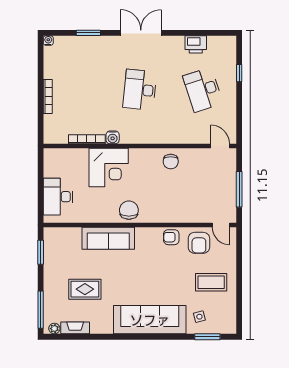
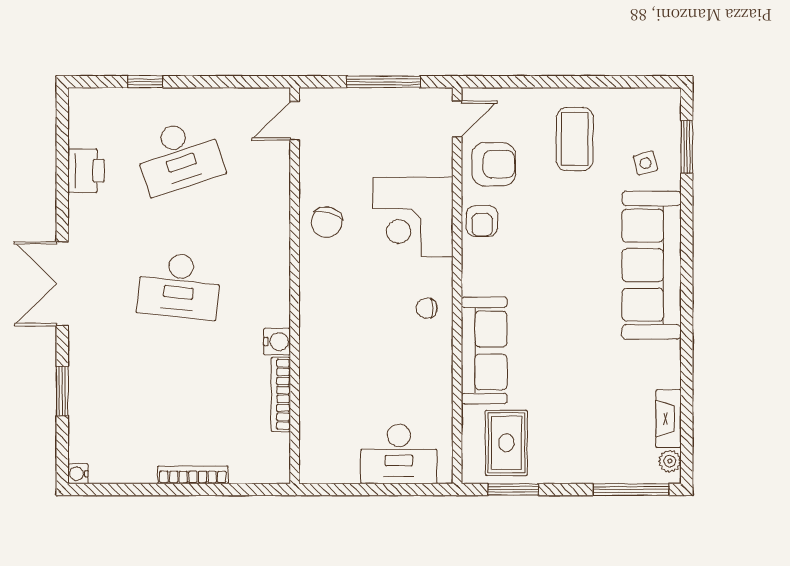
chair: (171, 162) -> (327, 222), turned 106
corner desk: (109, 167) -> (413, 217), moved, turned 180
chair: (129, 210) -> (427, 308), width x0.54, depth x0.54
rug: (85, 289) -> (506, 443), moved

